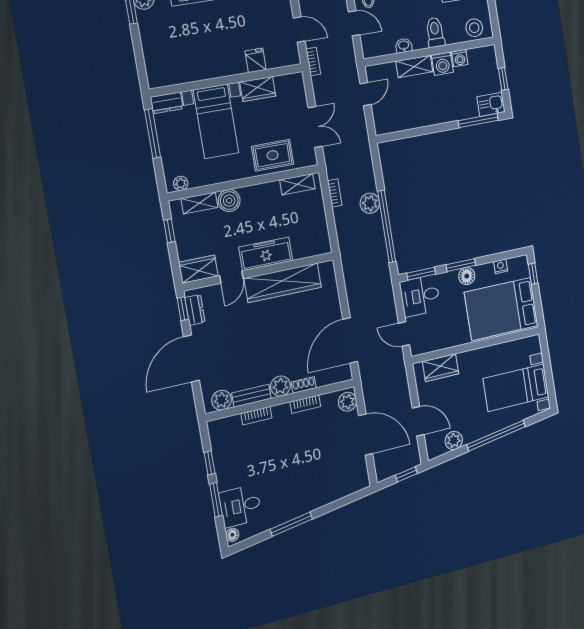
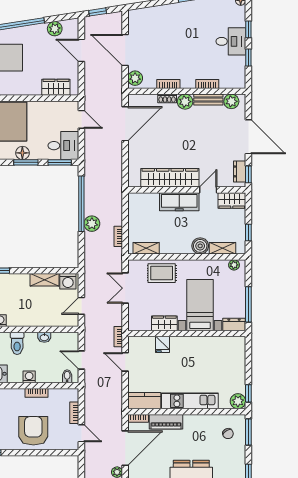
washing machine: (442, 64) -> (68, 281), moved, turned 180
shelving: (414, 66) -> (44, 280), moved
door: (191, 359) -> (248, 137), hinge flipped
window: (216, 500) -> (248, 29), width x0.67
desk: (240, 506) -> (231, 41), moved

